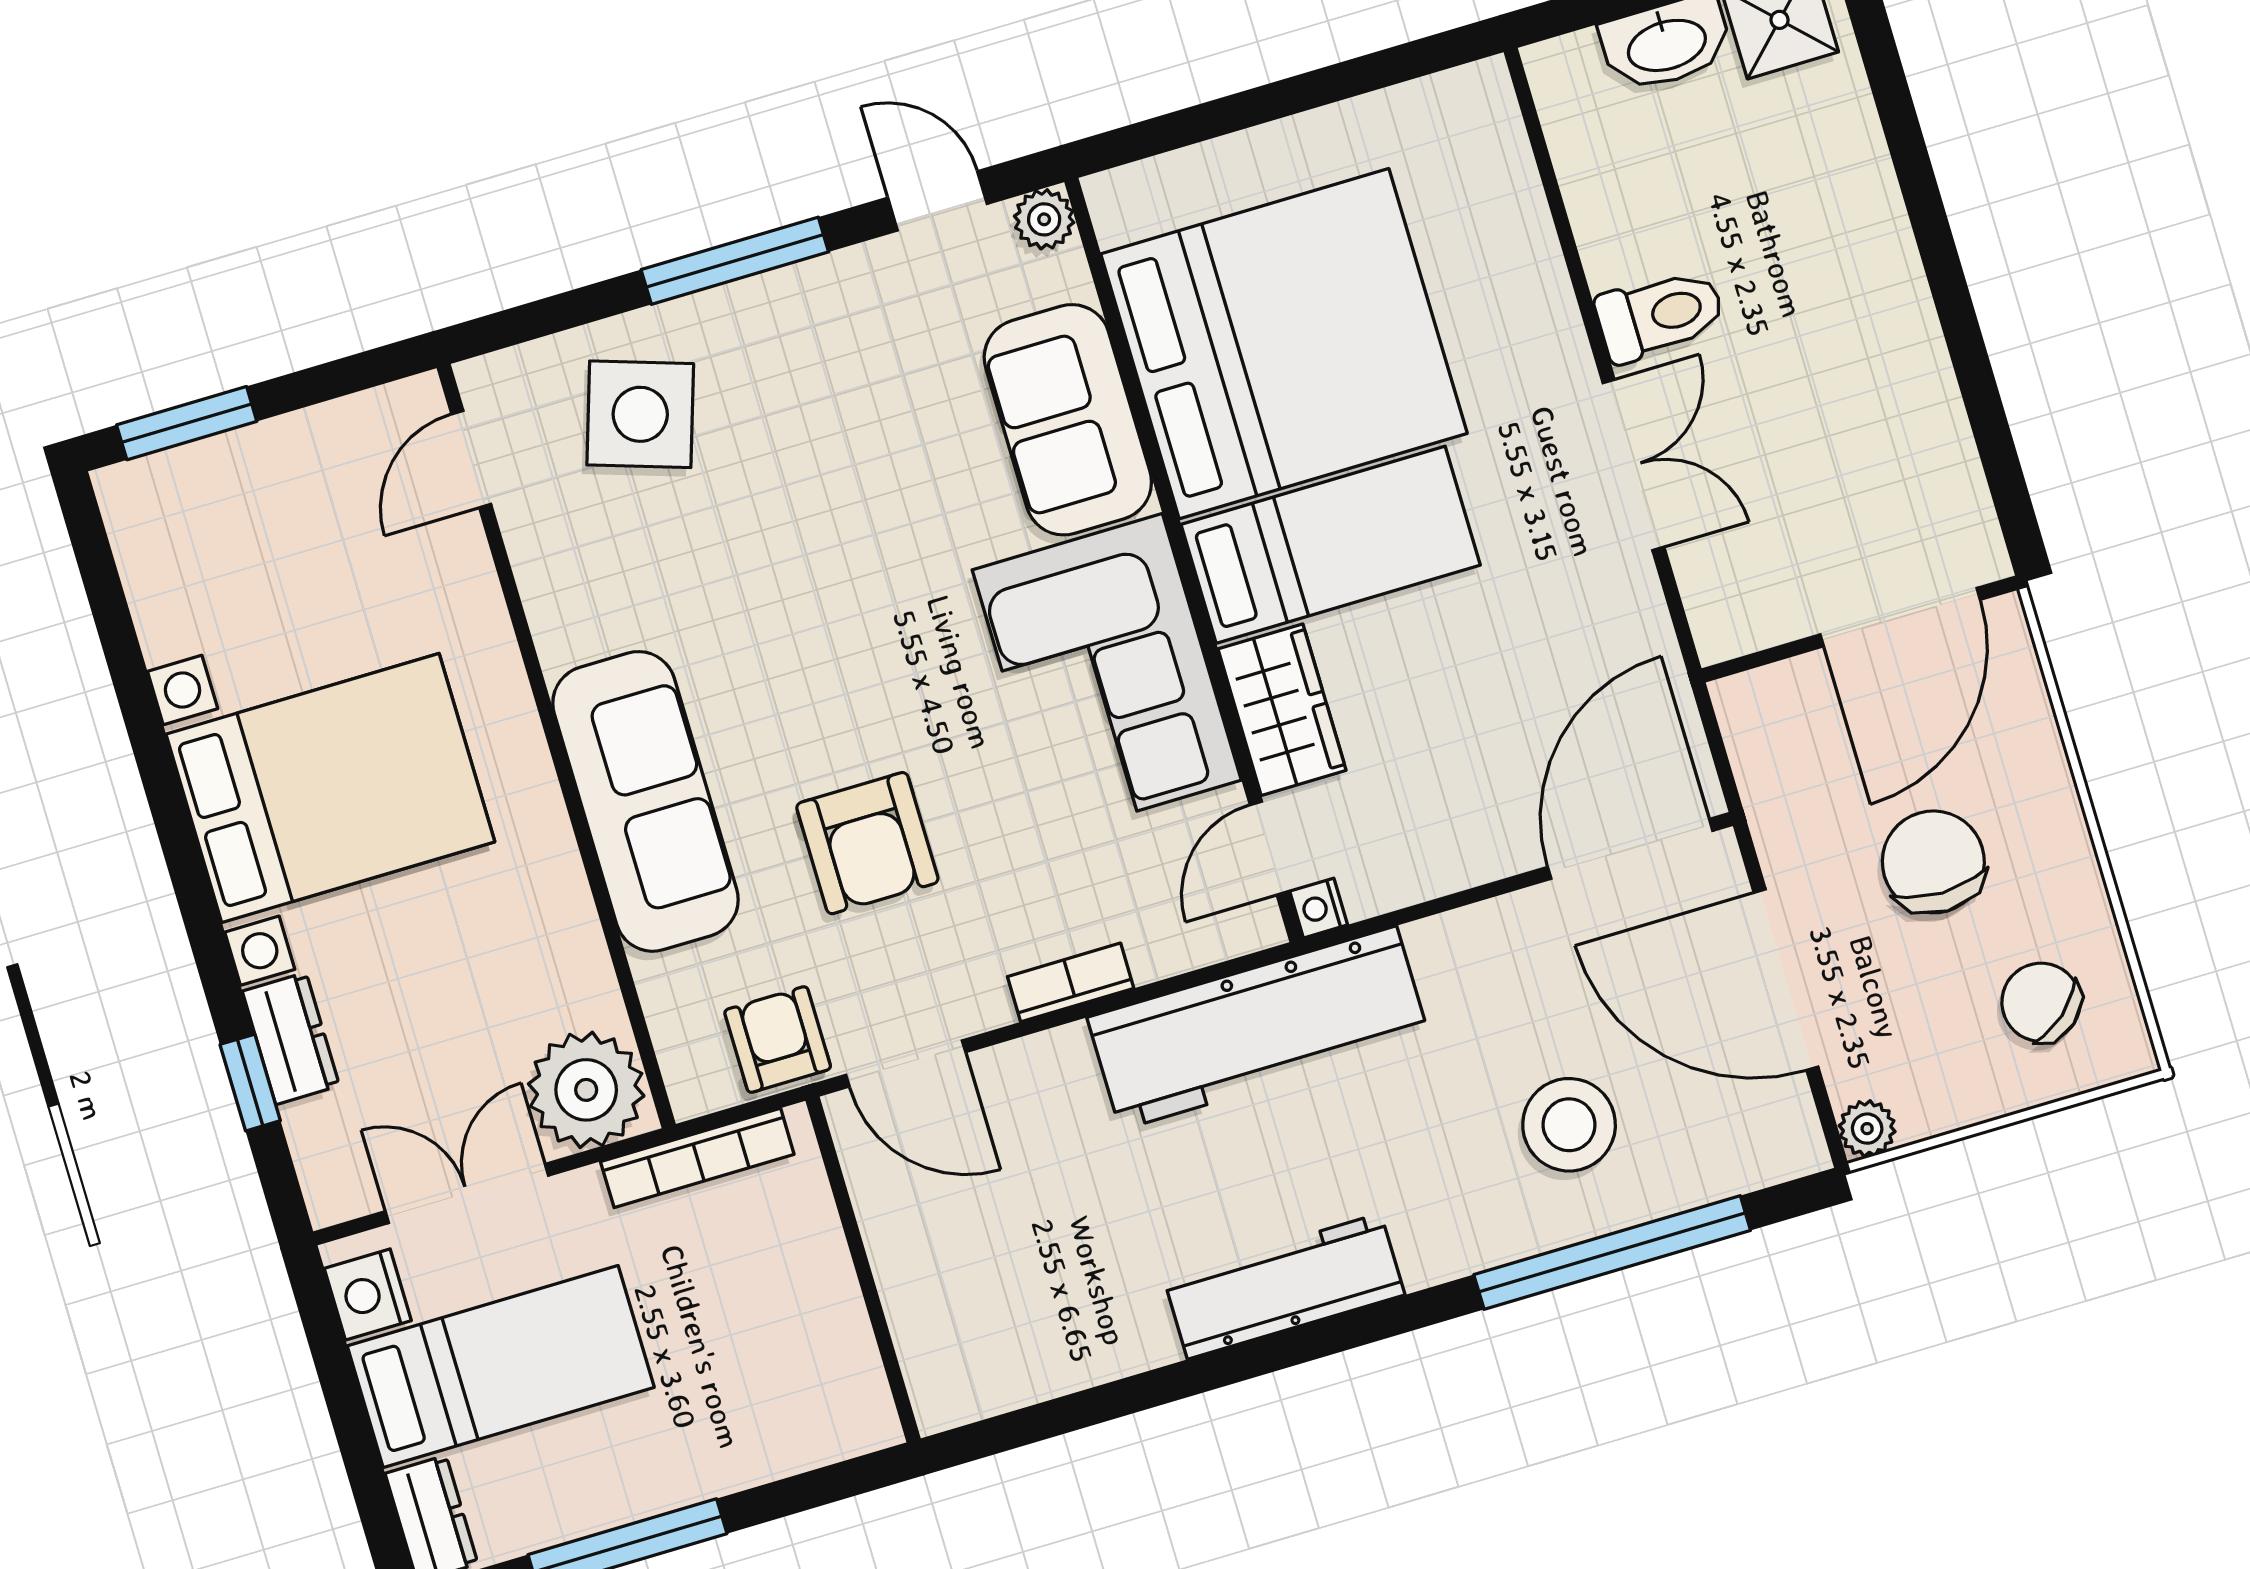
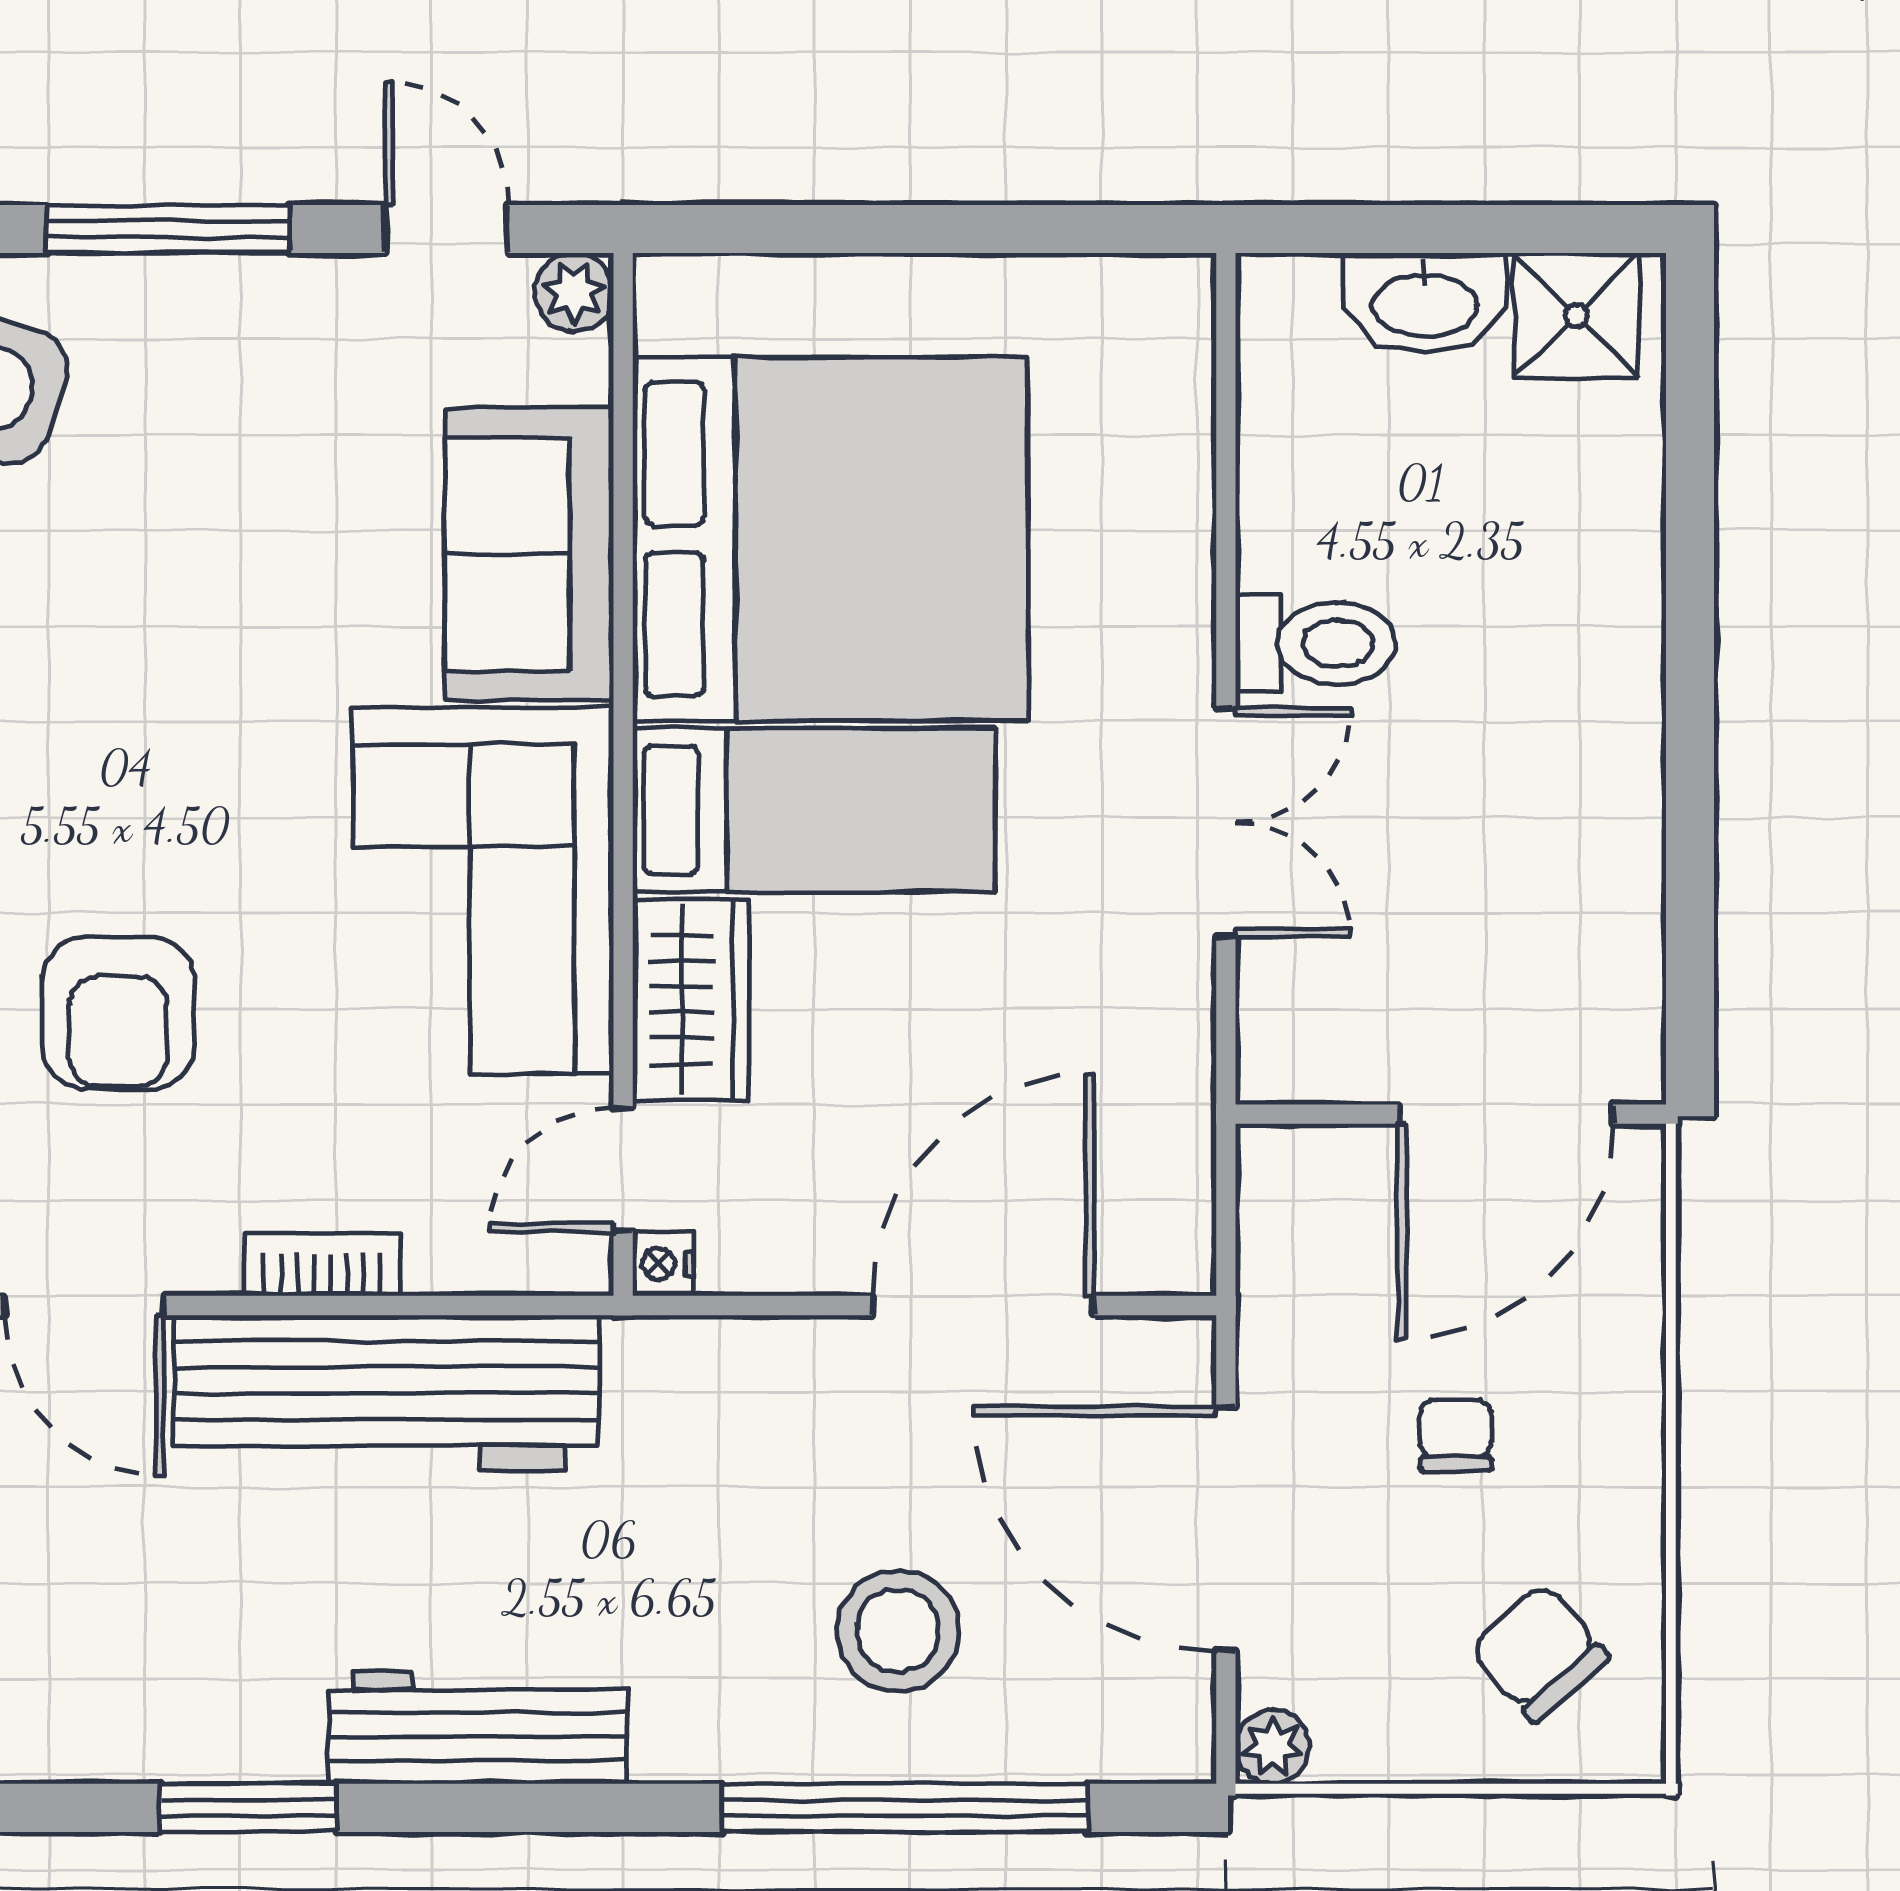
door: (1630, 849) -> (983, 1306), moved
chair: (1933, 862) -> (1456, 1435), width x0.54, depth x0.54
workbench: (1258, 1028) -> (387, 1393), moved
window: (1134, 1394) -> (248, 1808), added

